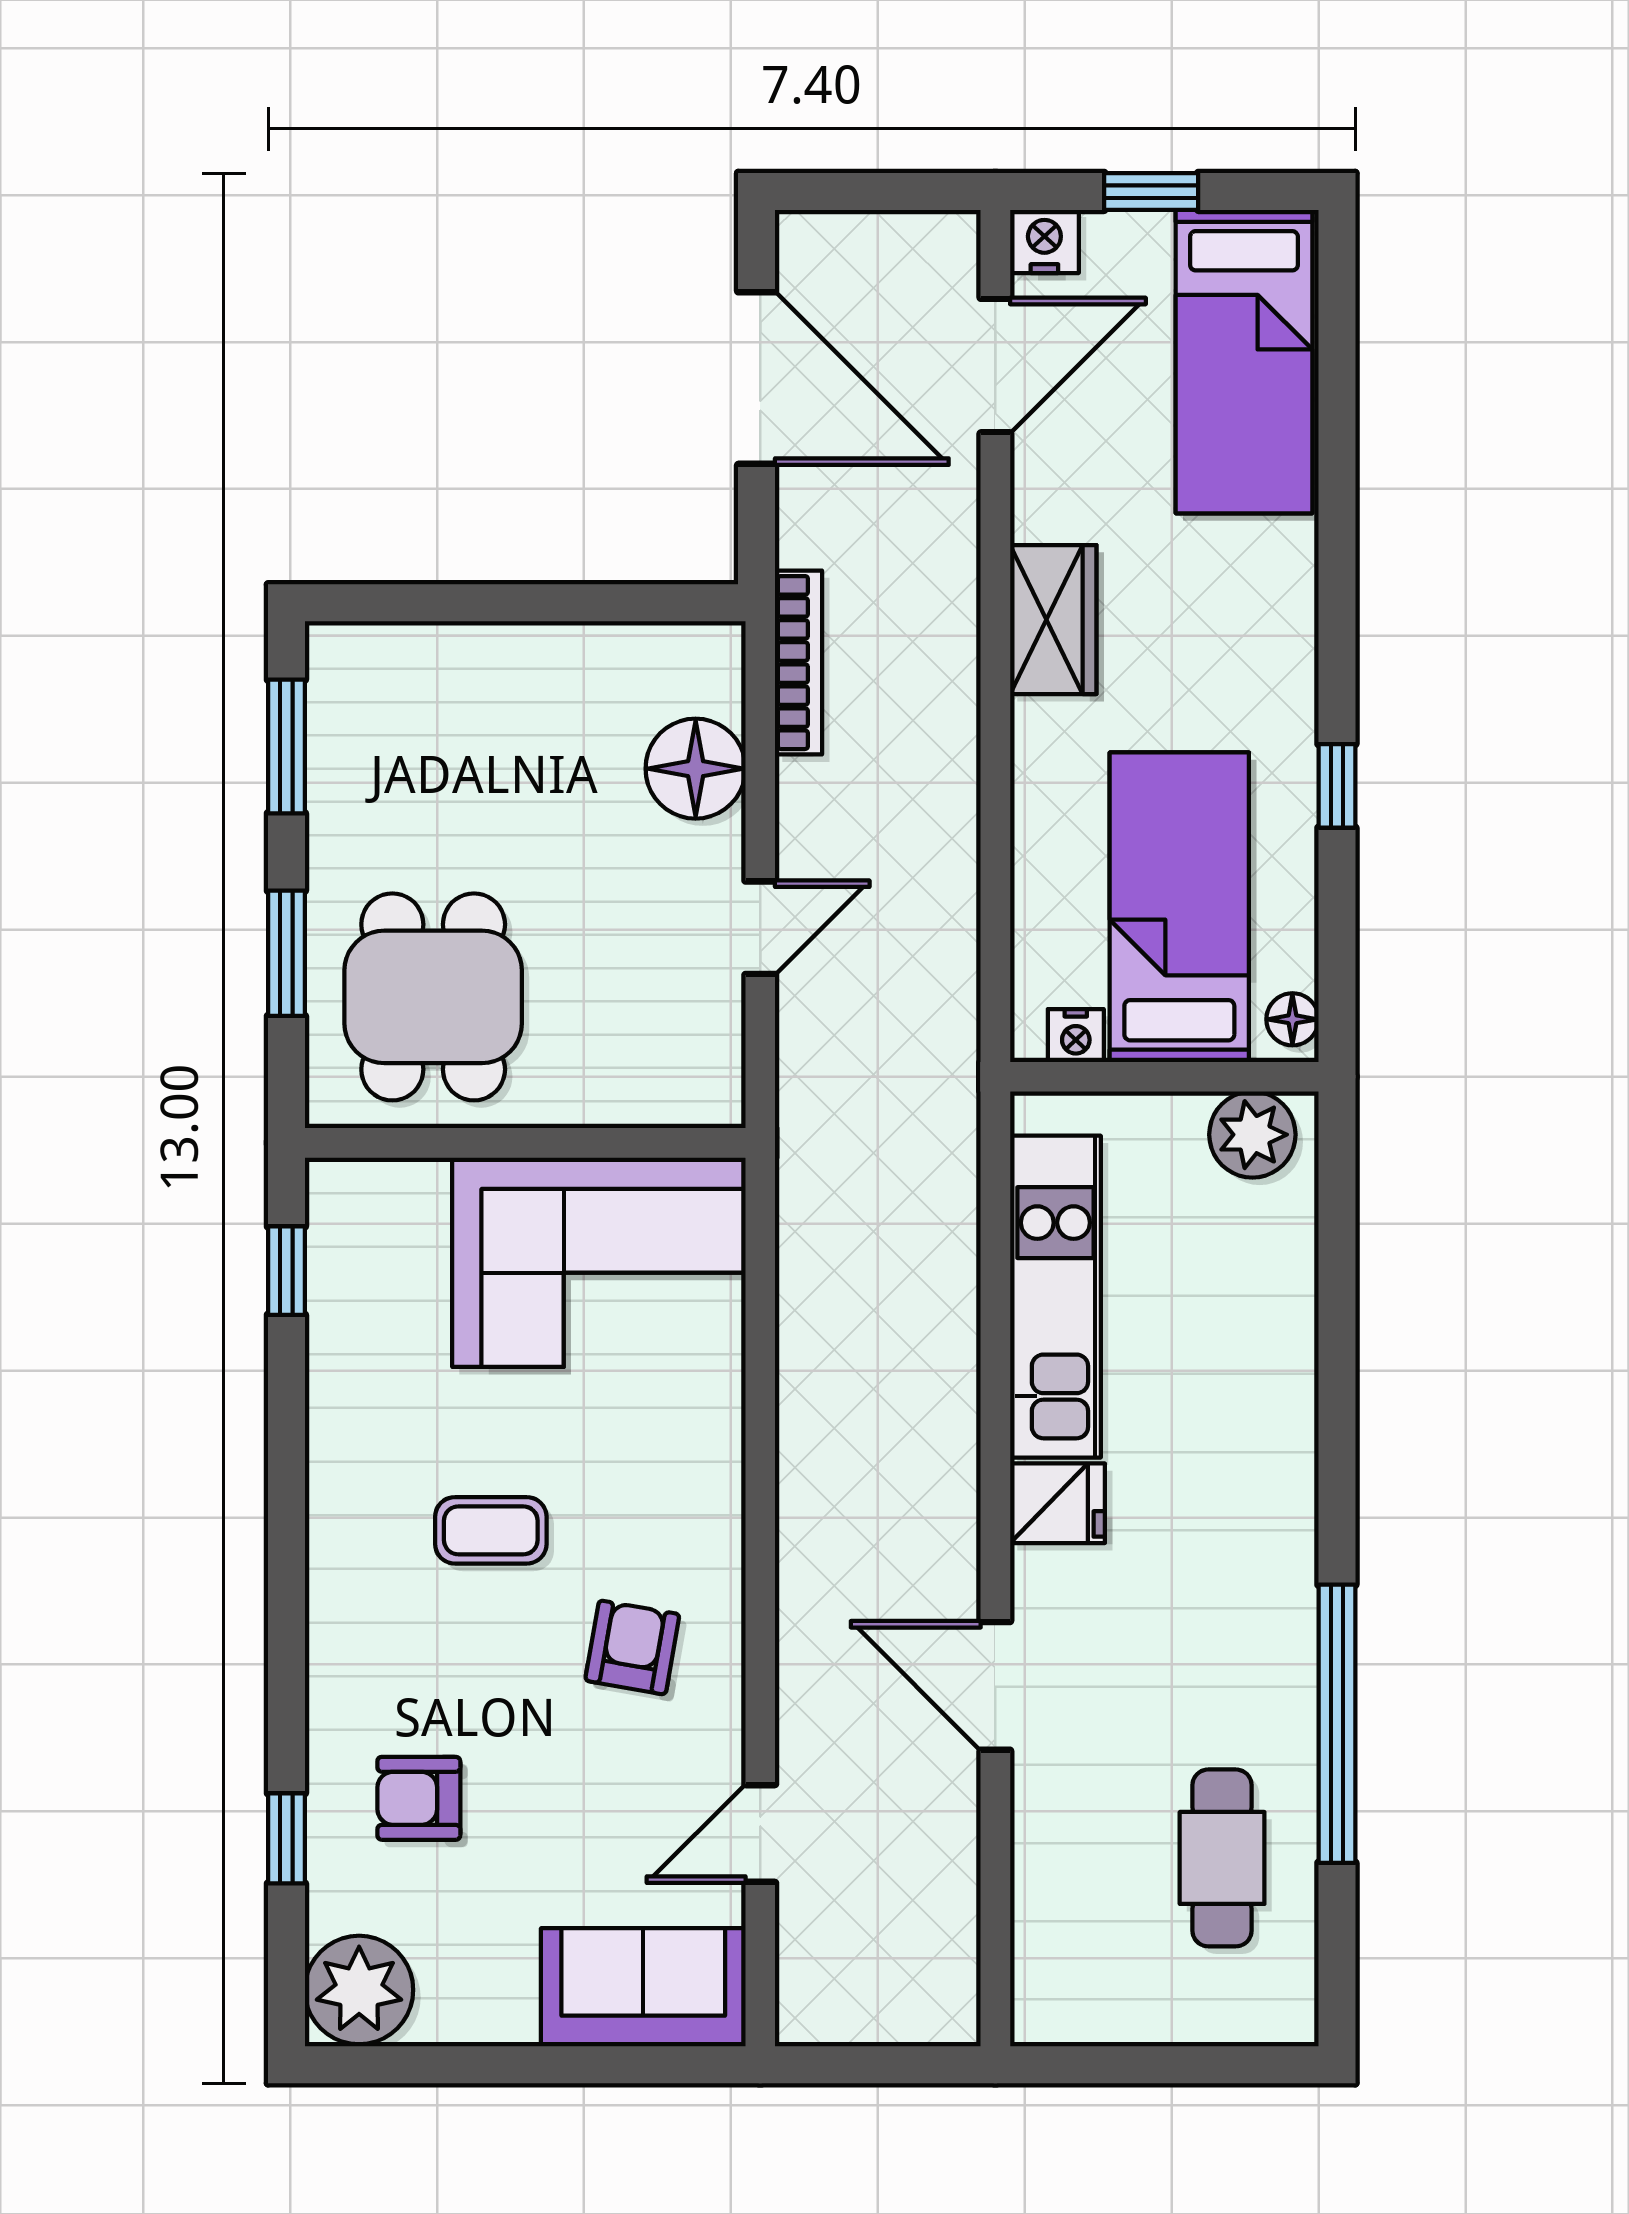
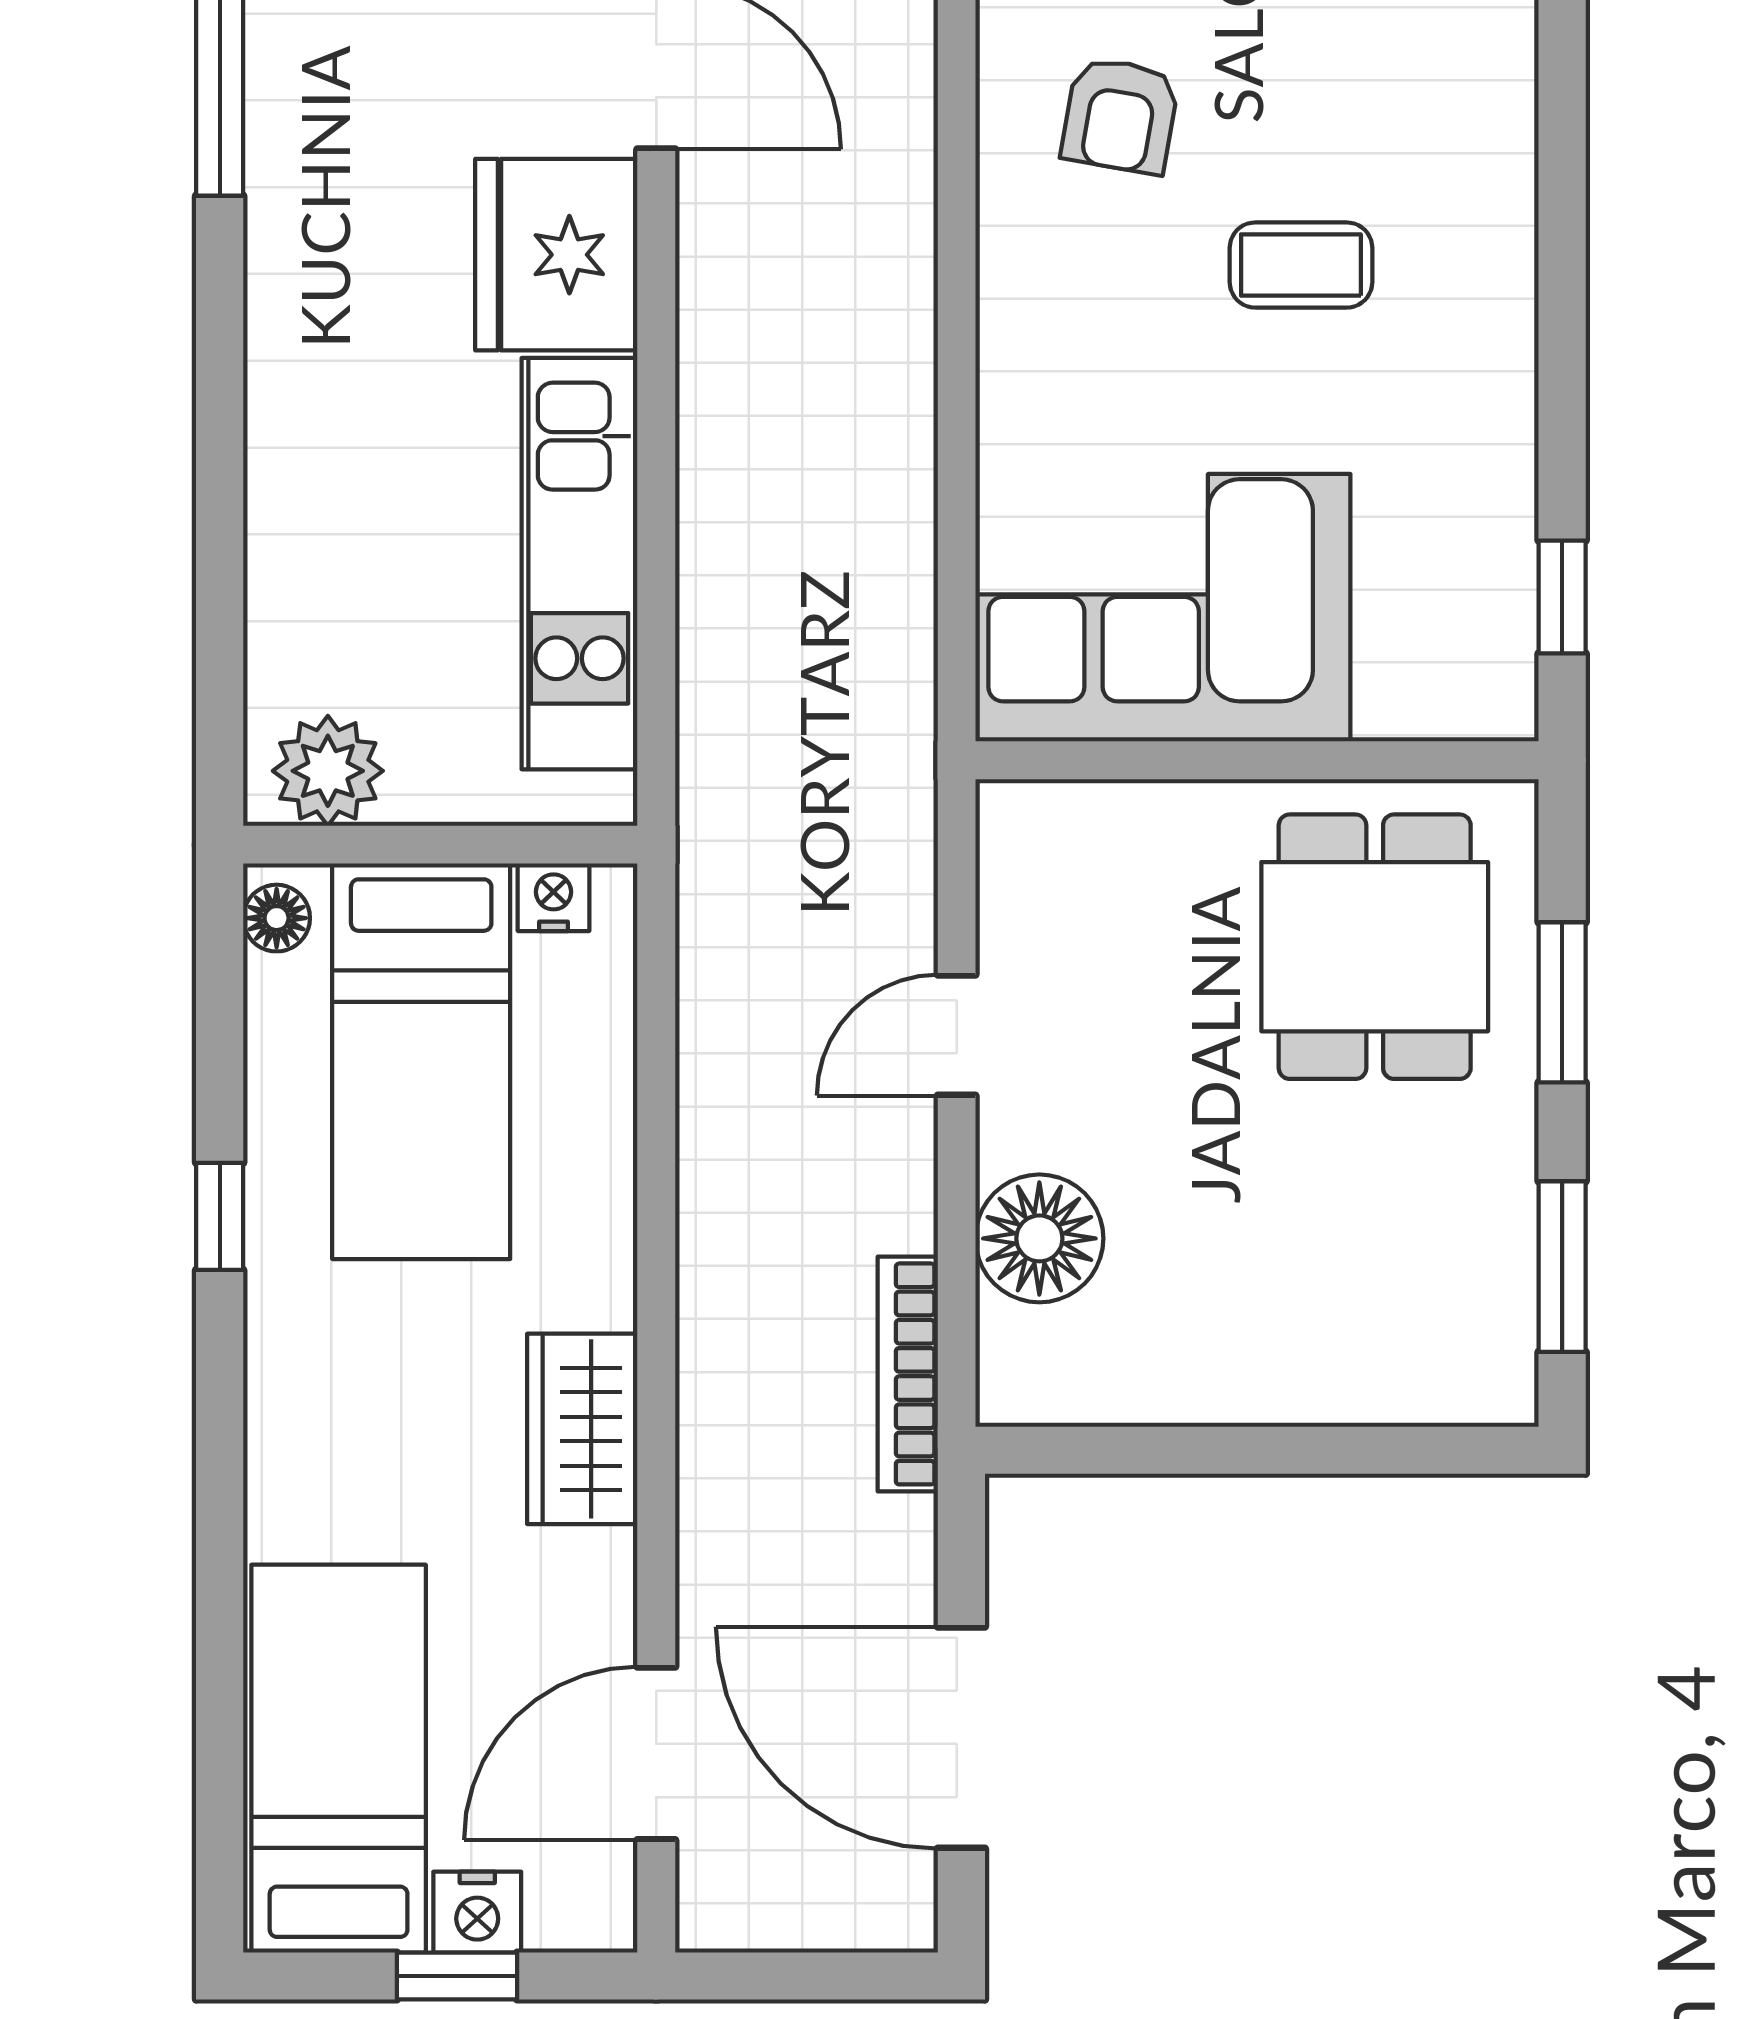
nightstand: (1044, 241) -> (477, 1912), moved
fridge: (1058, 1503) -> (556, 255), width x1.88, depth x1.34

